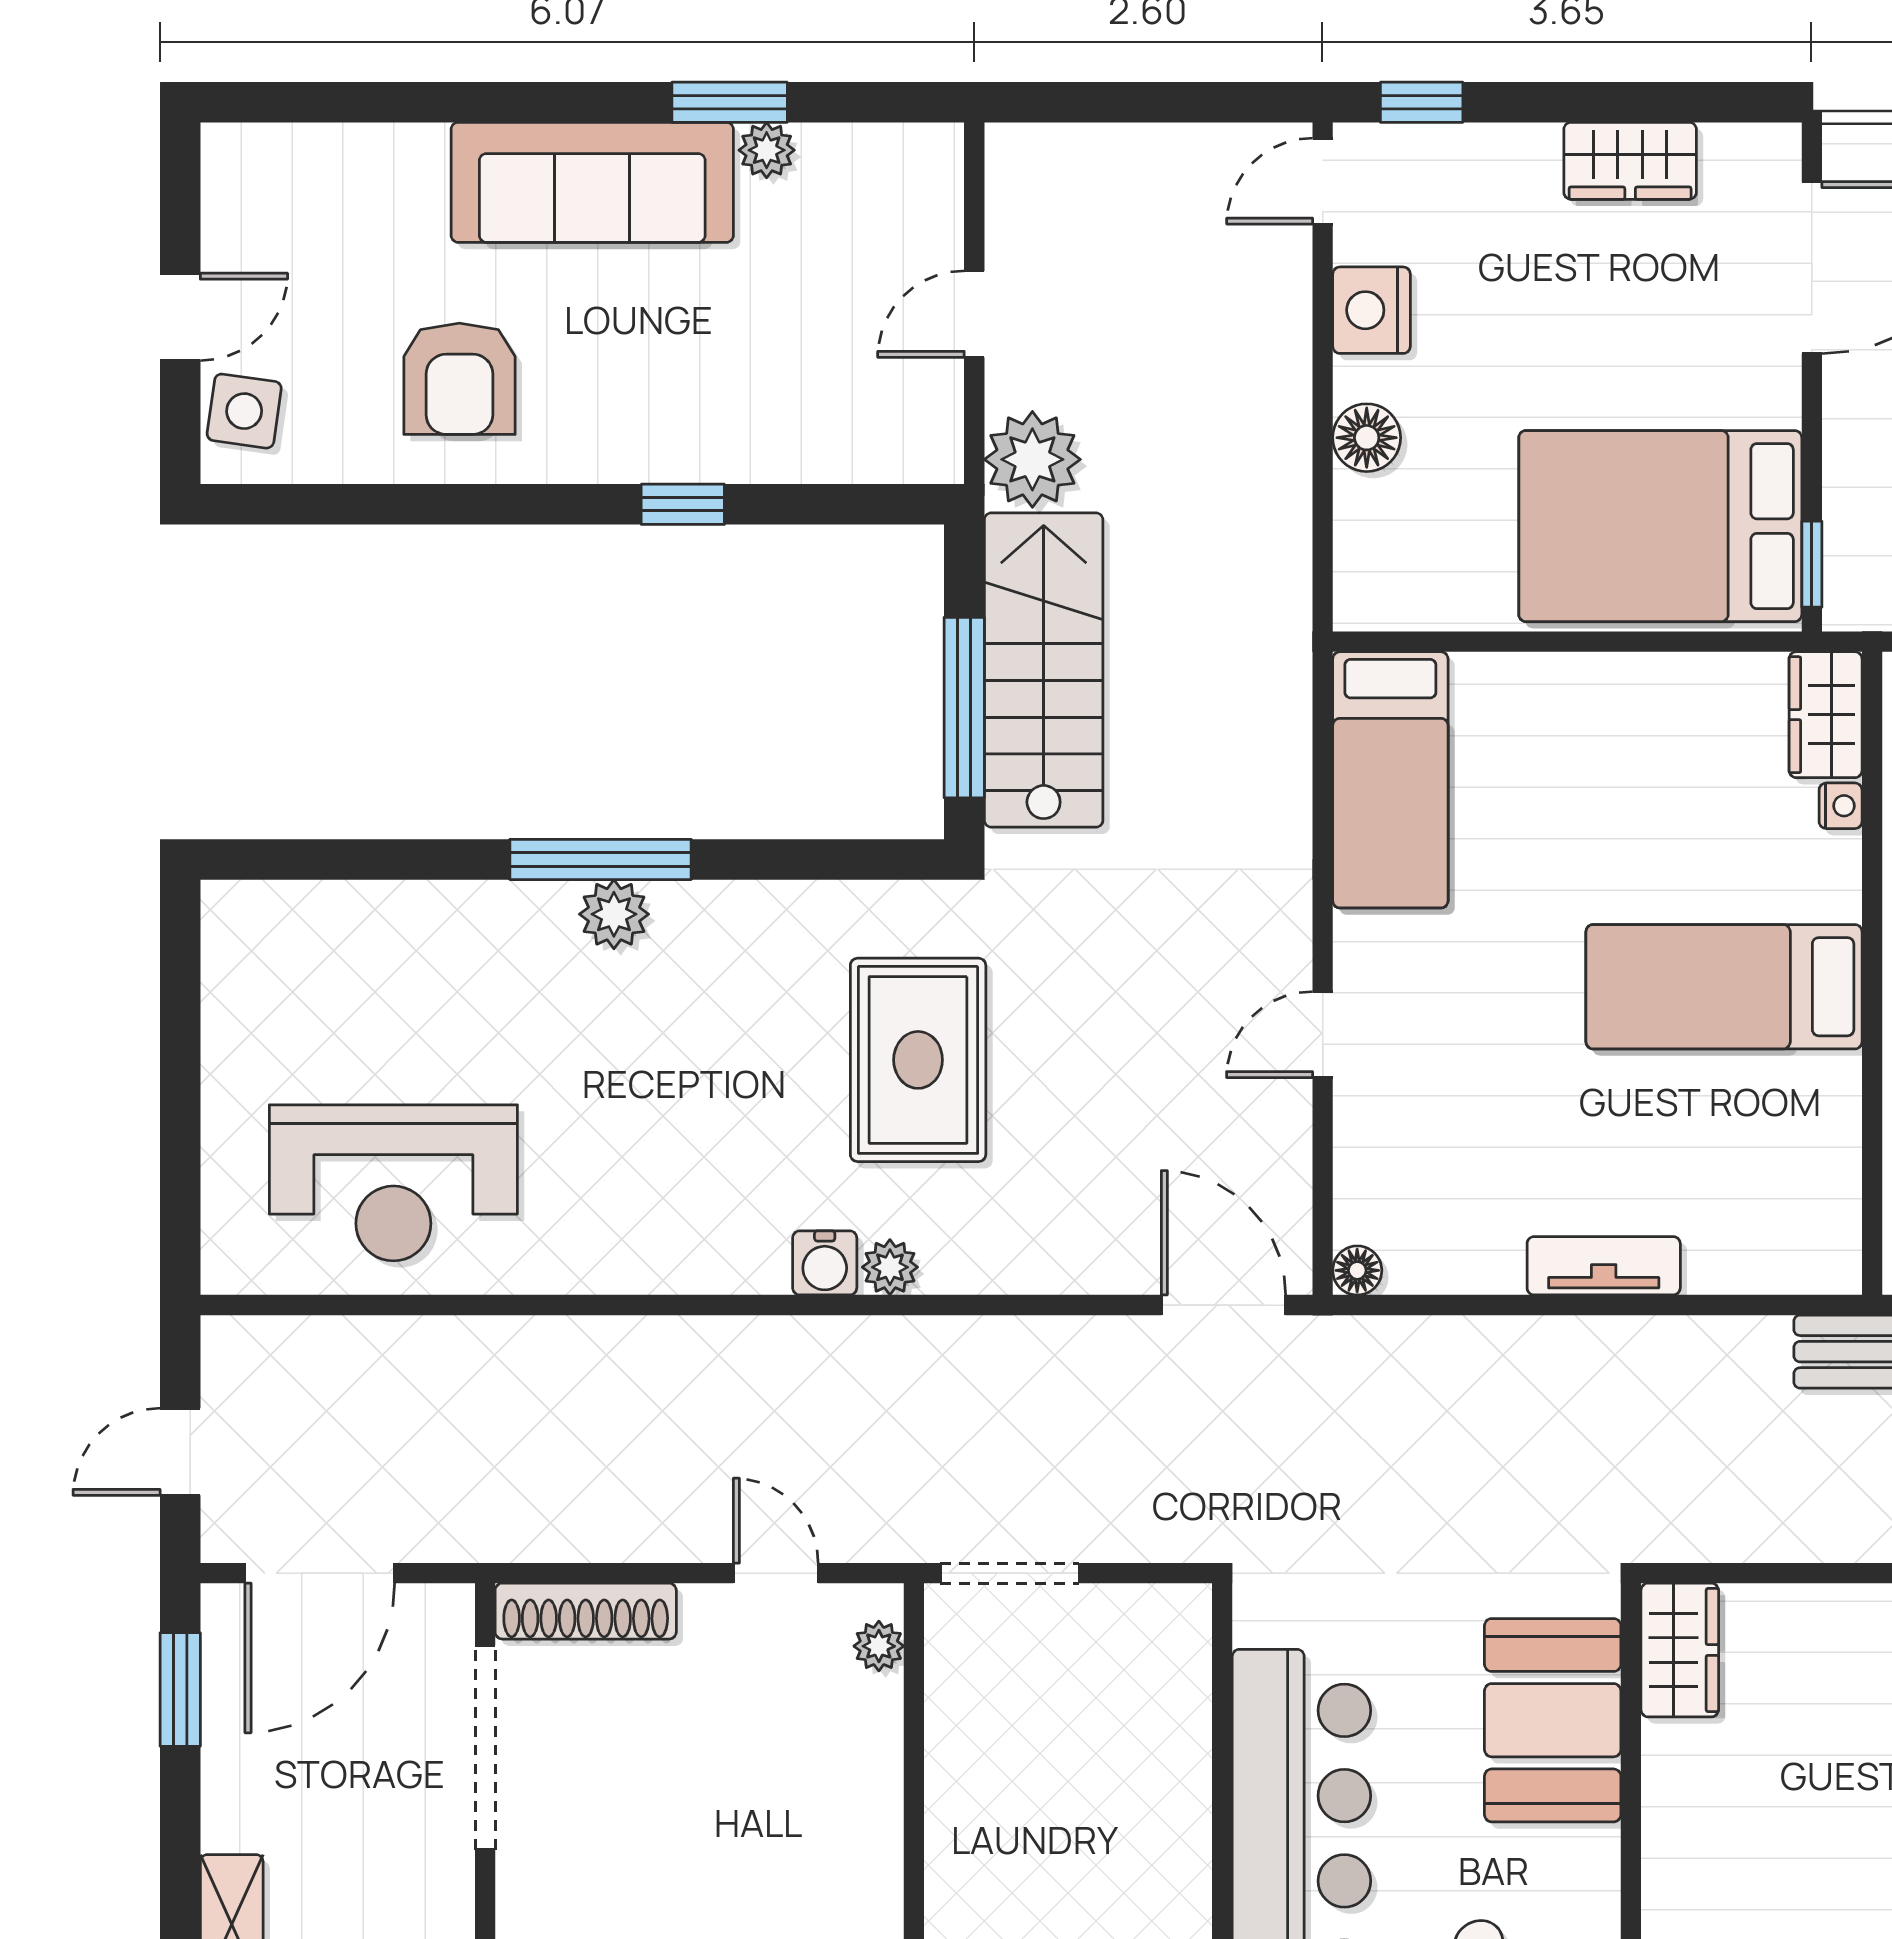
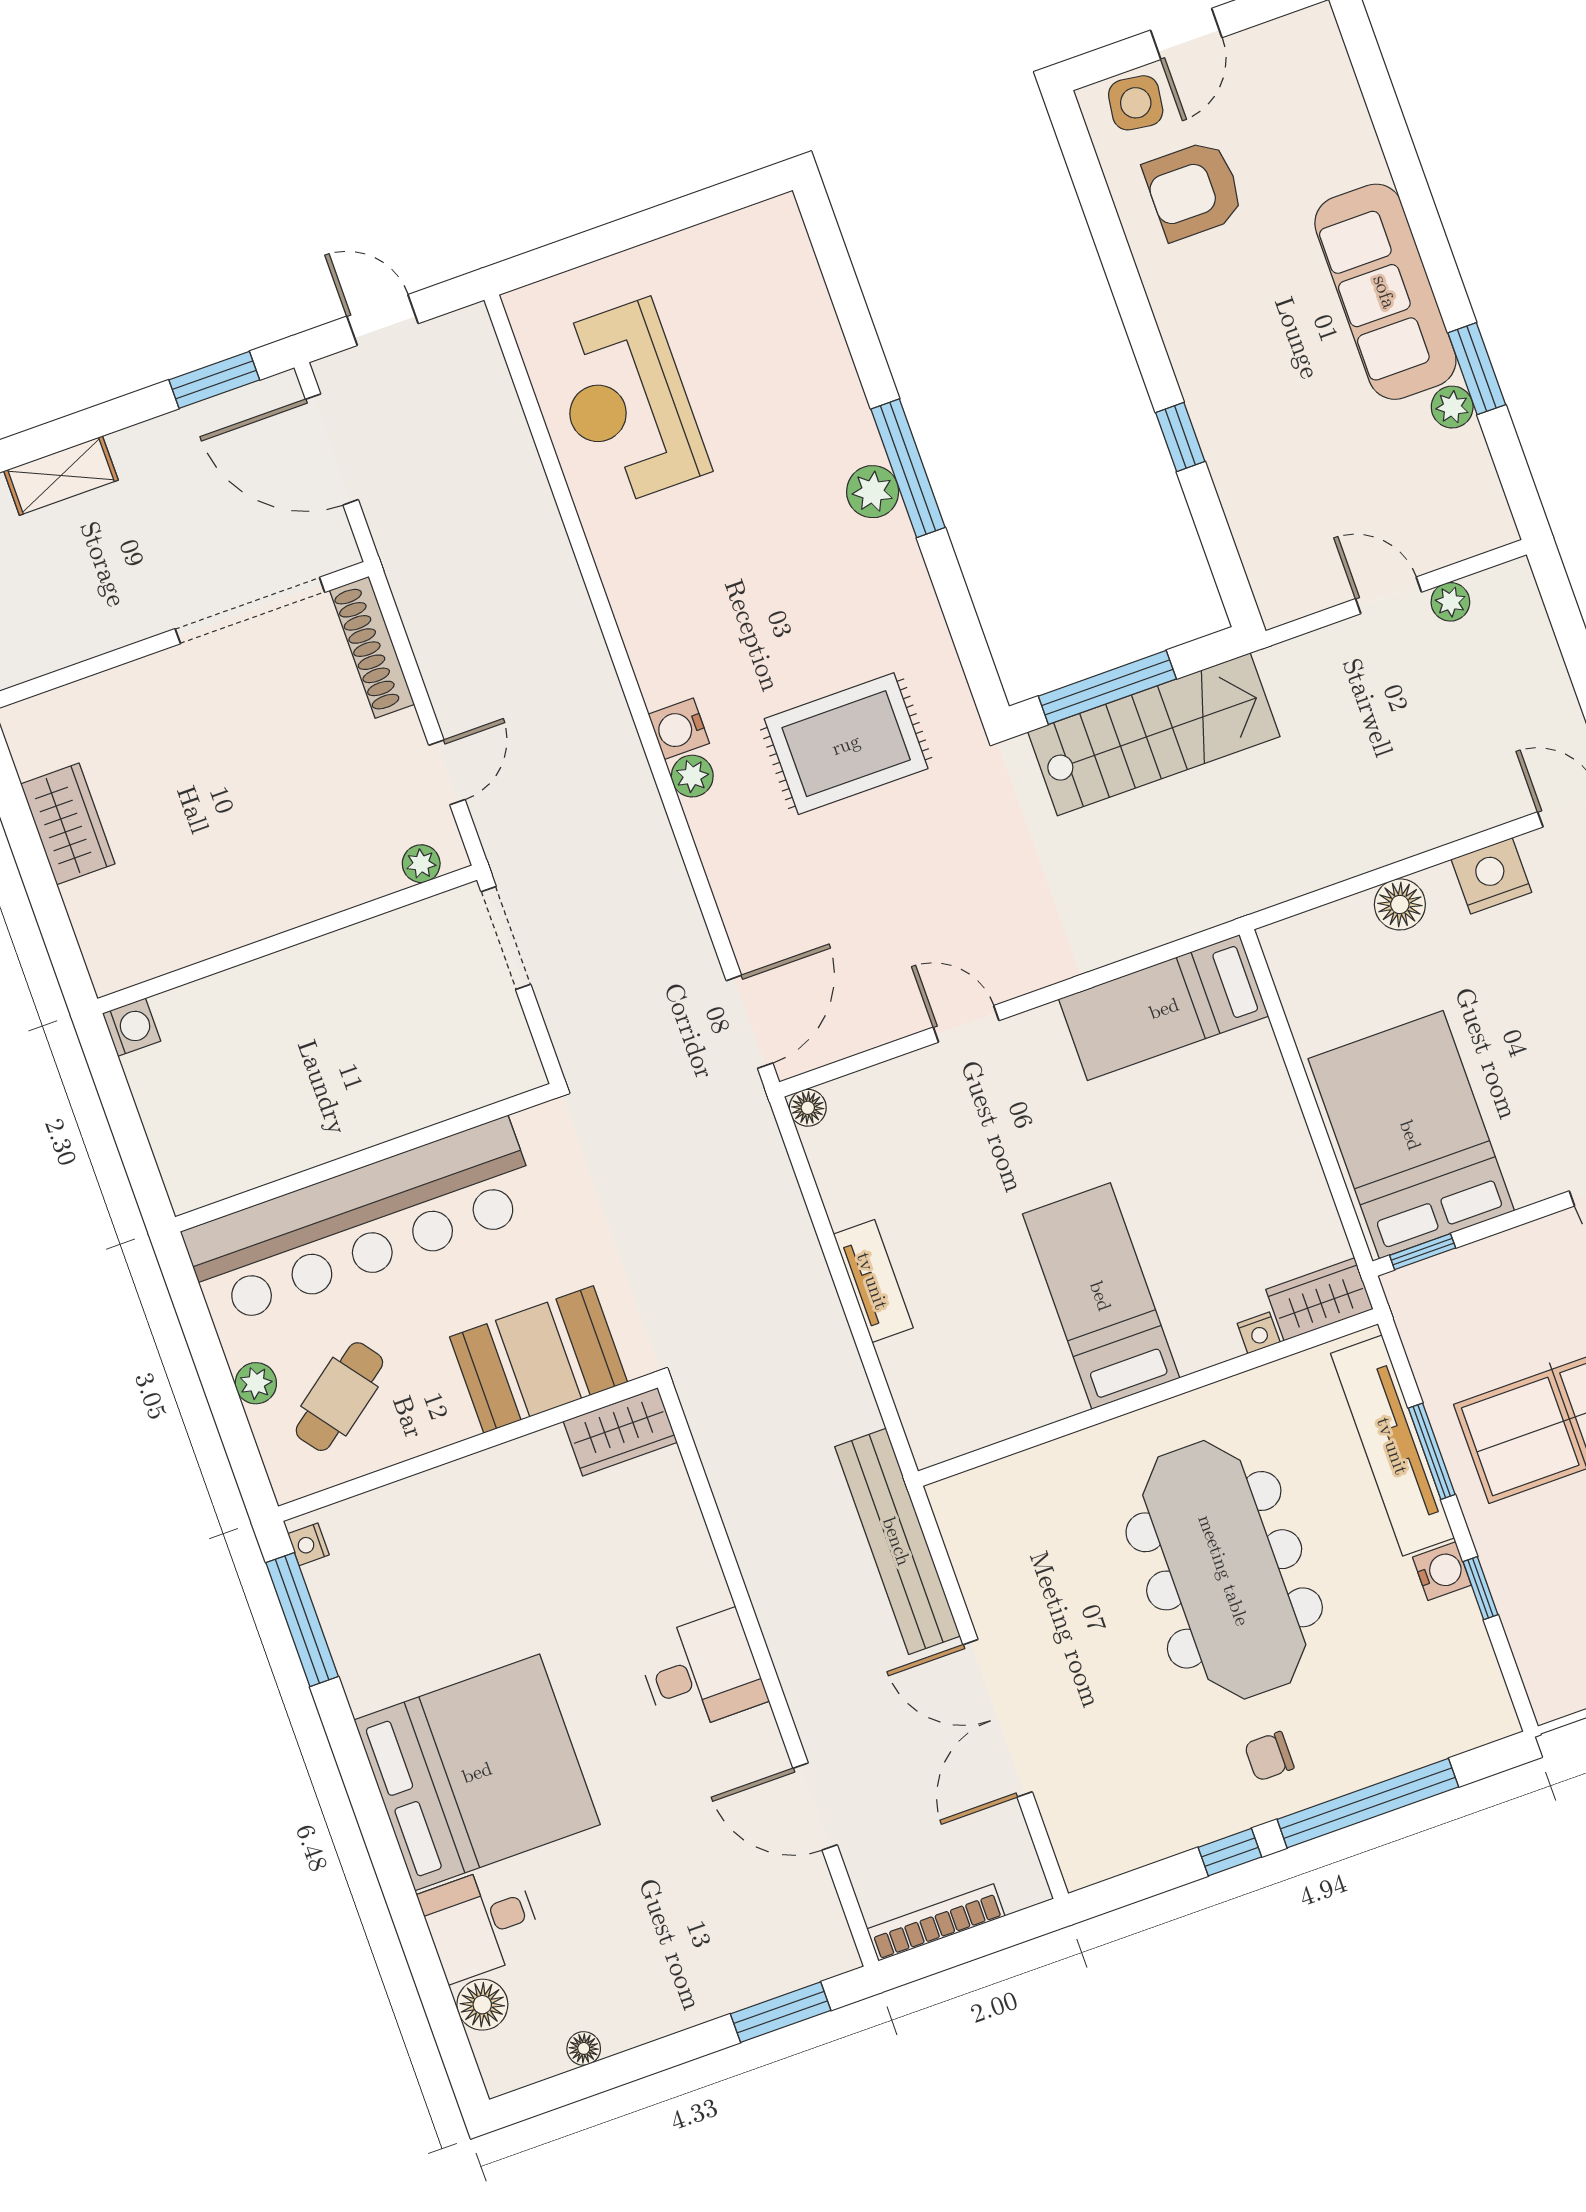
door: (180, 317) -> (1186, 34), hinge flipped
armchair: (459, 379) -> (1194, 190), moved
plant: (1032, 459) -> (1450, 602), moved, width x0.53, depth x0.53

